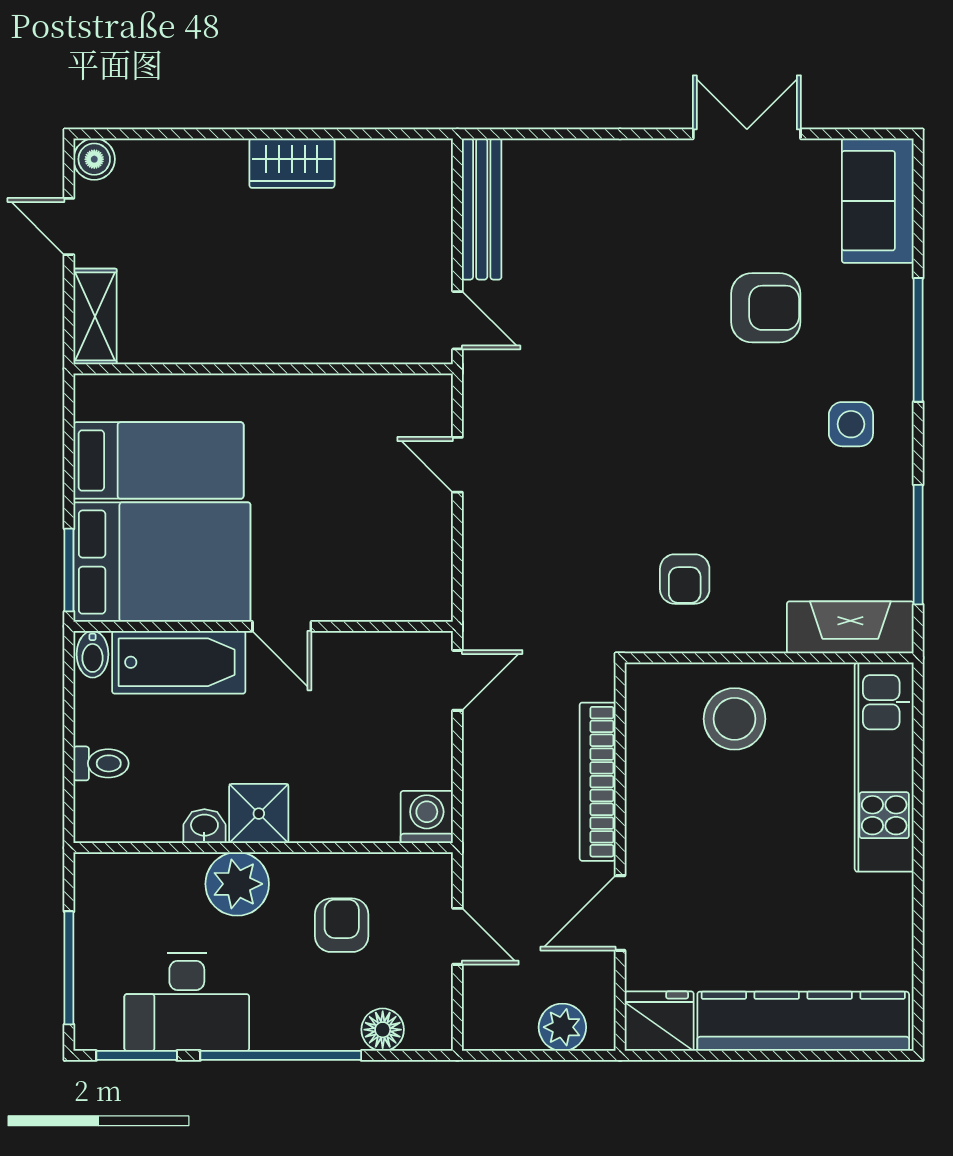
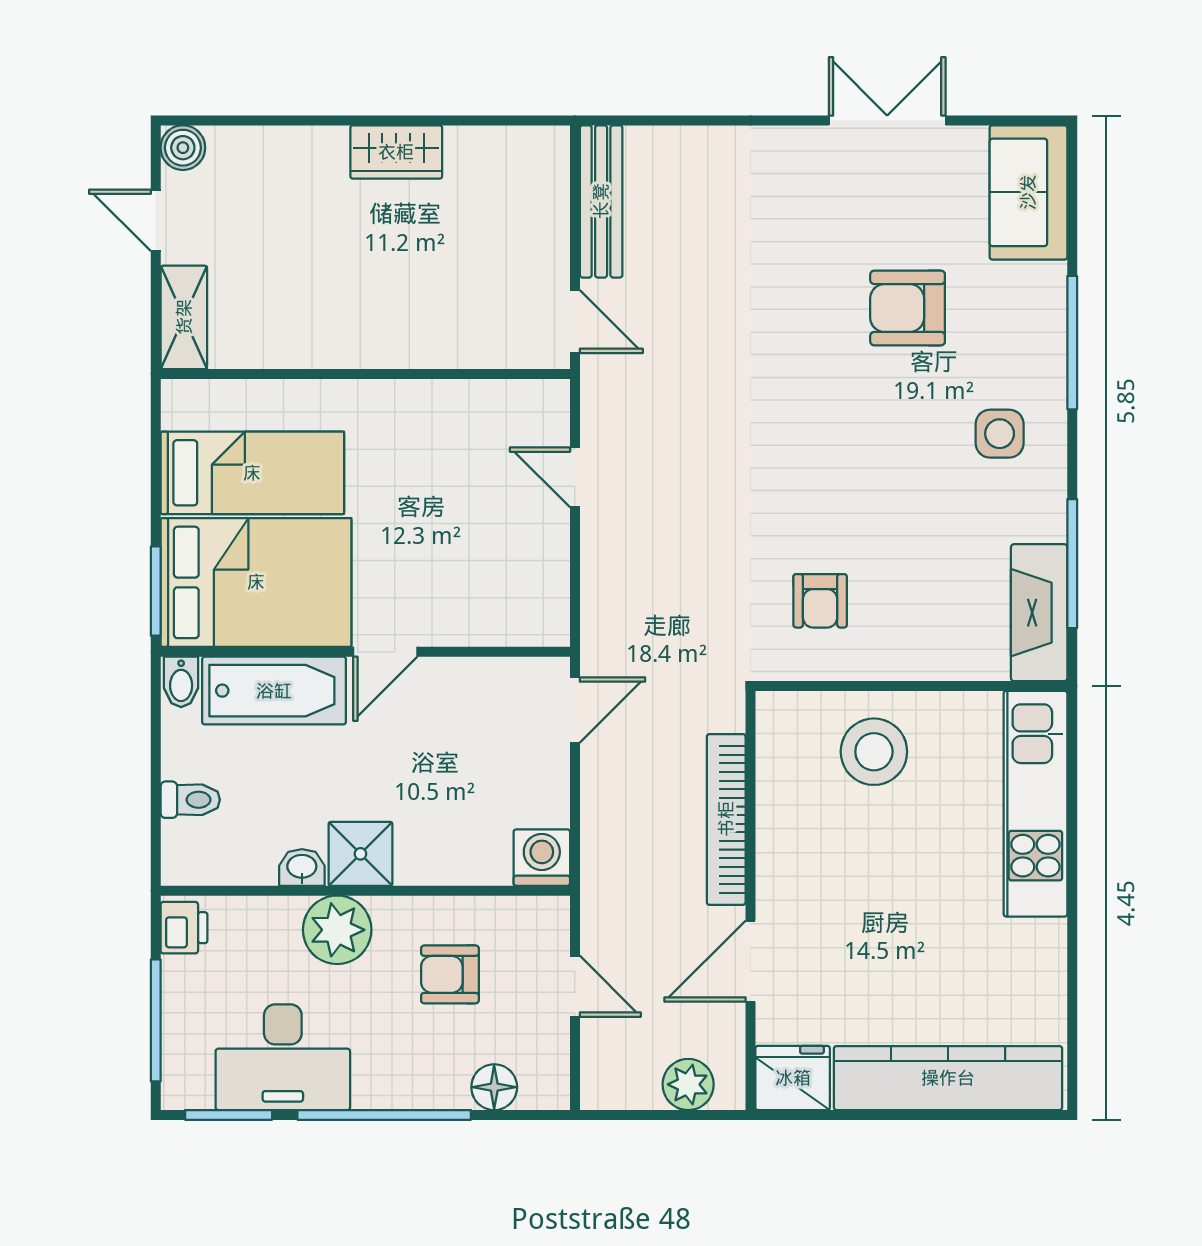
armchair: (766, 308) -> (908, 308), turned 180
door: (282, 626) -> (385, 652), hinge flipped
fireplace: (850, 627) -> (1039, 613), moved, turned -90
printer: (95, 882) -> (184, 928), added
armchair: (342, 925) -> (450, 974), turned -90

